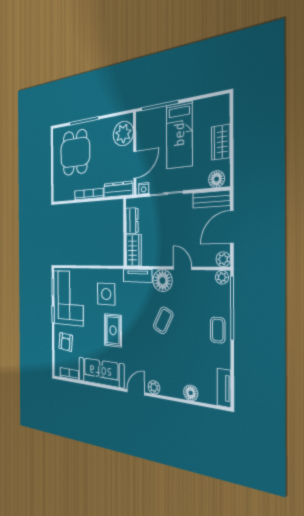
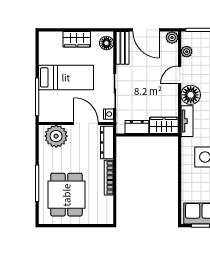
dining table: (75, 152) -> (66, 195), turned 90
plant: (222, 277) -> (187, 52), moved

